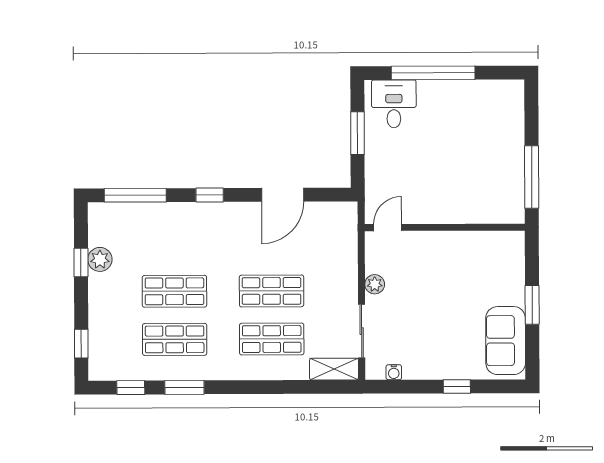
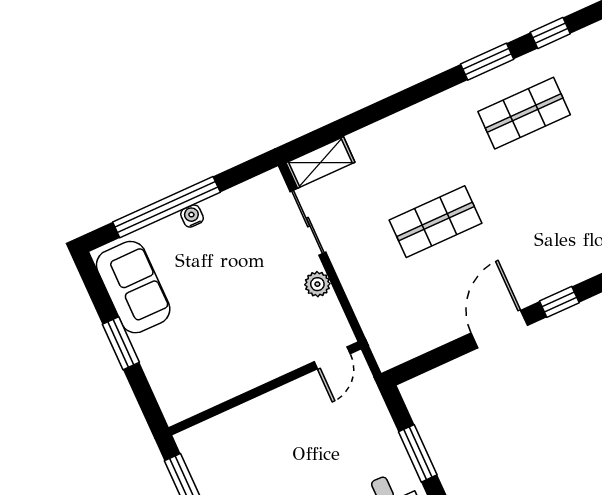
door: (283, 195) -> (499, 329), moved
shop shelf: (174, 291) -> (550, 170), removed
shop shelf: (272, 339) -> (410, 165), removed
water cooler: (394, 372) -> (192, 216), moved
window: (457, 386) -> (166, 207), width x3.17

